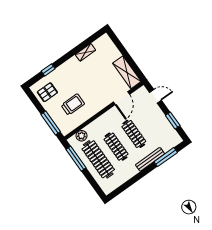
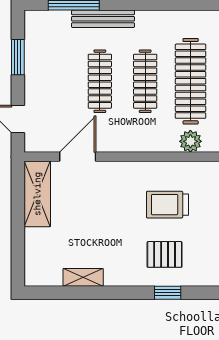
pallet: (47, 92) -> (165, 254), moved

